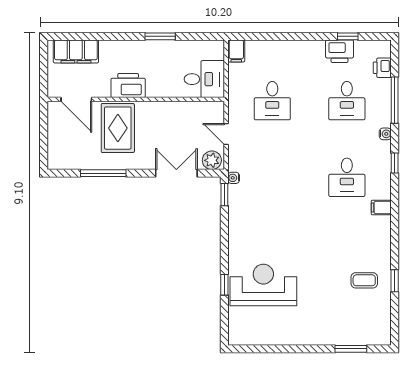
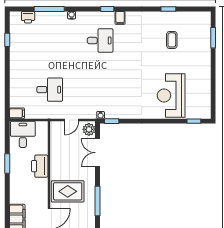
printer: (339, 51) -> (17, 45), removed
desk: (204, 79) -> (23, 134), moved
printer: (128, 85) -> (40, 166), moved
desk: (347, 101) -> (50, 40), removed
window: (395, 163) -> (107, 9), moved
coffee table: (364, 280) -> (172, 40), moved
window: (224, 285) -> (194, 121), moved

